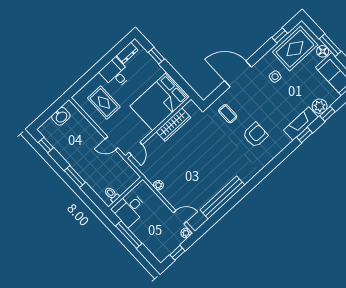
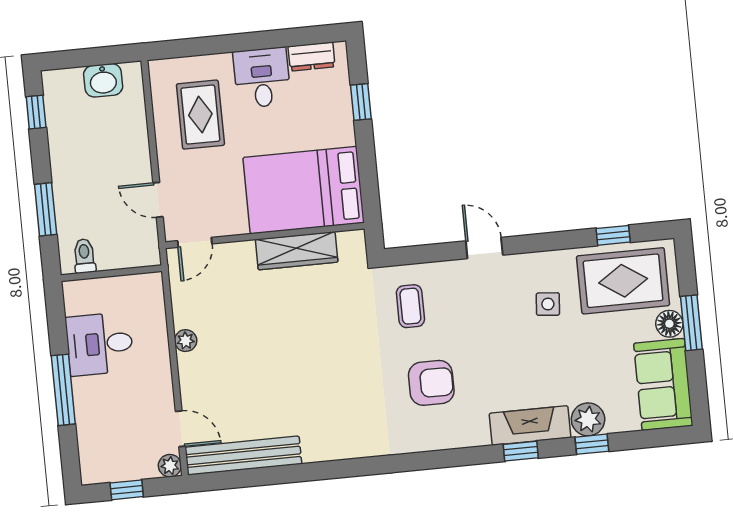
door: (238, 74) -> (484, 248), width x0.53
wall: (126, 193) -> (111, 273), moved
toilet: (112, 194) -> (84, 256), moved
bench: (222, 198) -> (243, 456), moved

